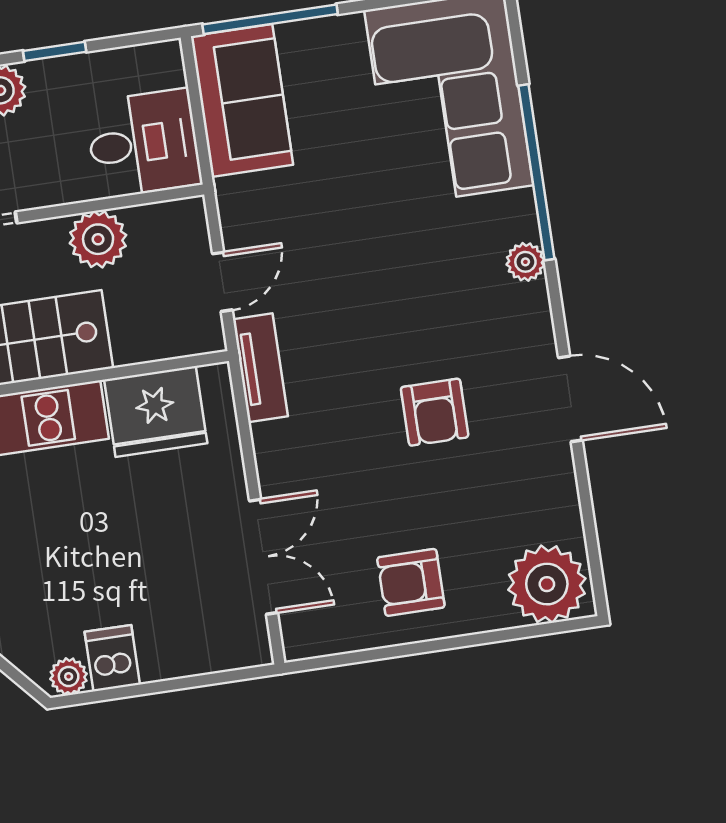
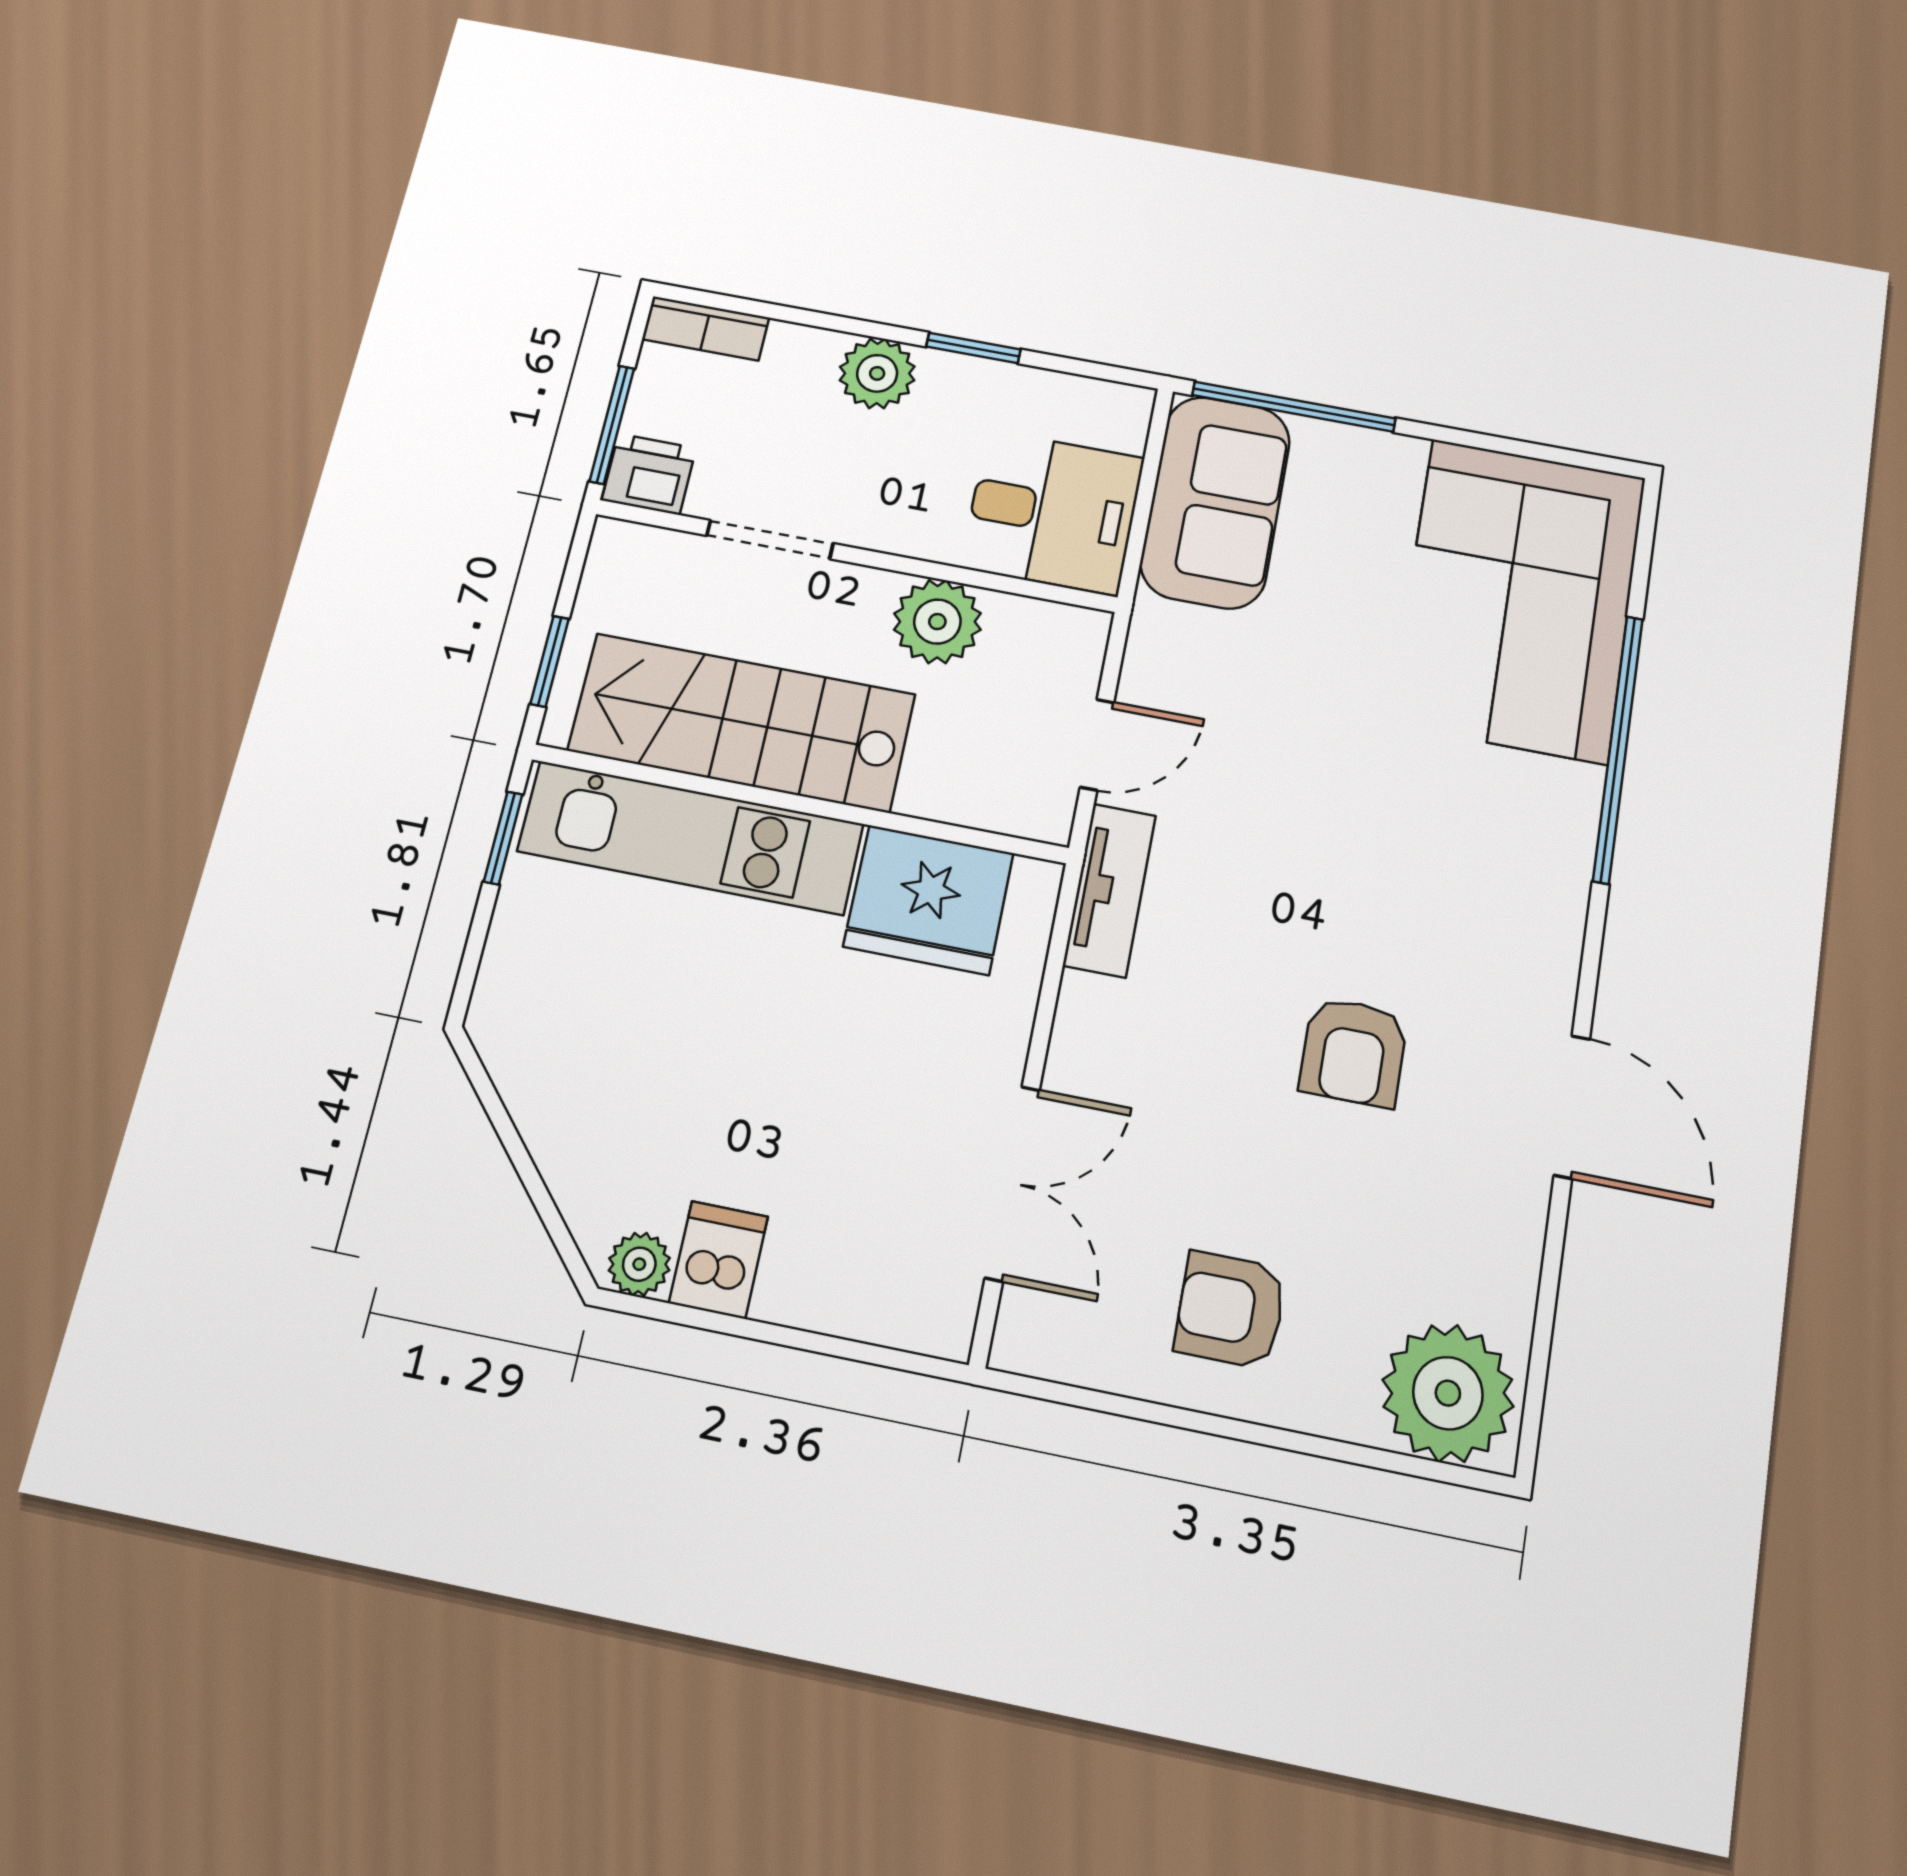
plant: (525, 262) -> (1563, 873), removed

